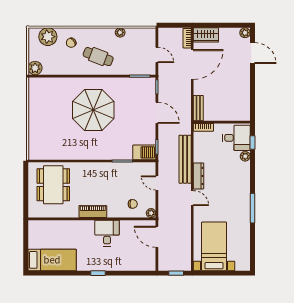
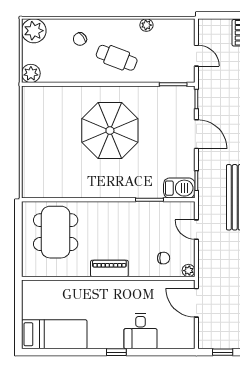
plant: (48, 37) -> (34, 31), moved
desk: (107, 233) -> (141, 331), moved, turned 180

